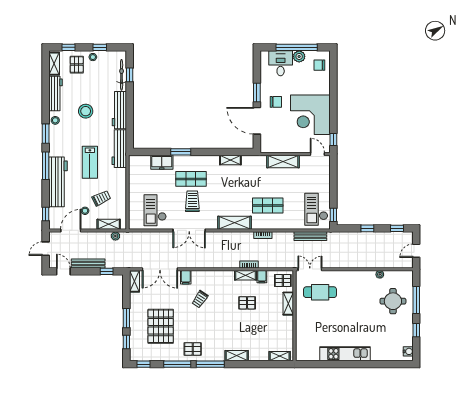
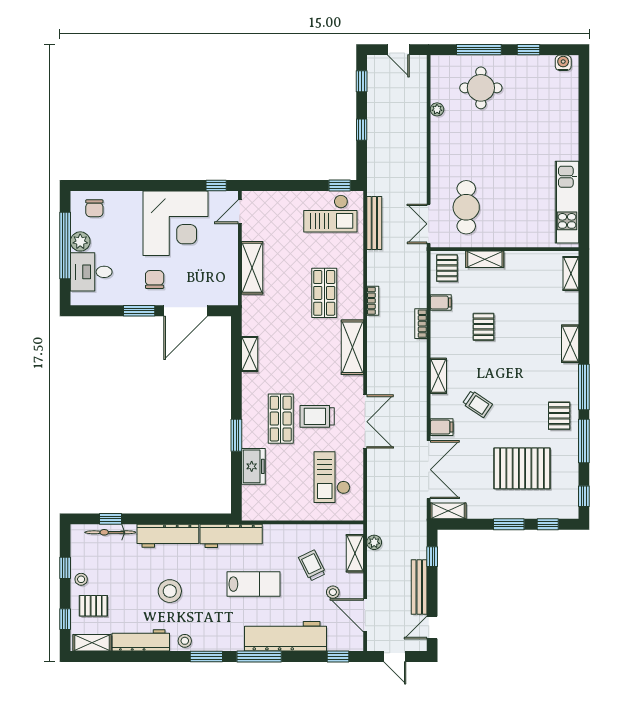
checkout: (155, 210) -> (332, 477), turned 90
shelving: (245, 275) -> (438, 376), moved
kitchen unit: (345, 354) -> (567, 202), moved

